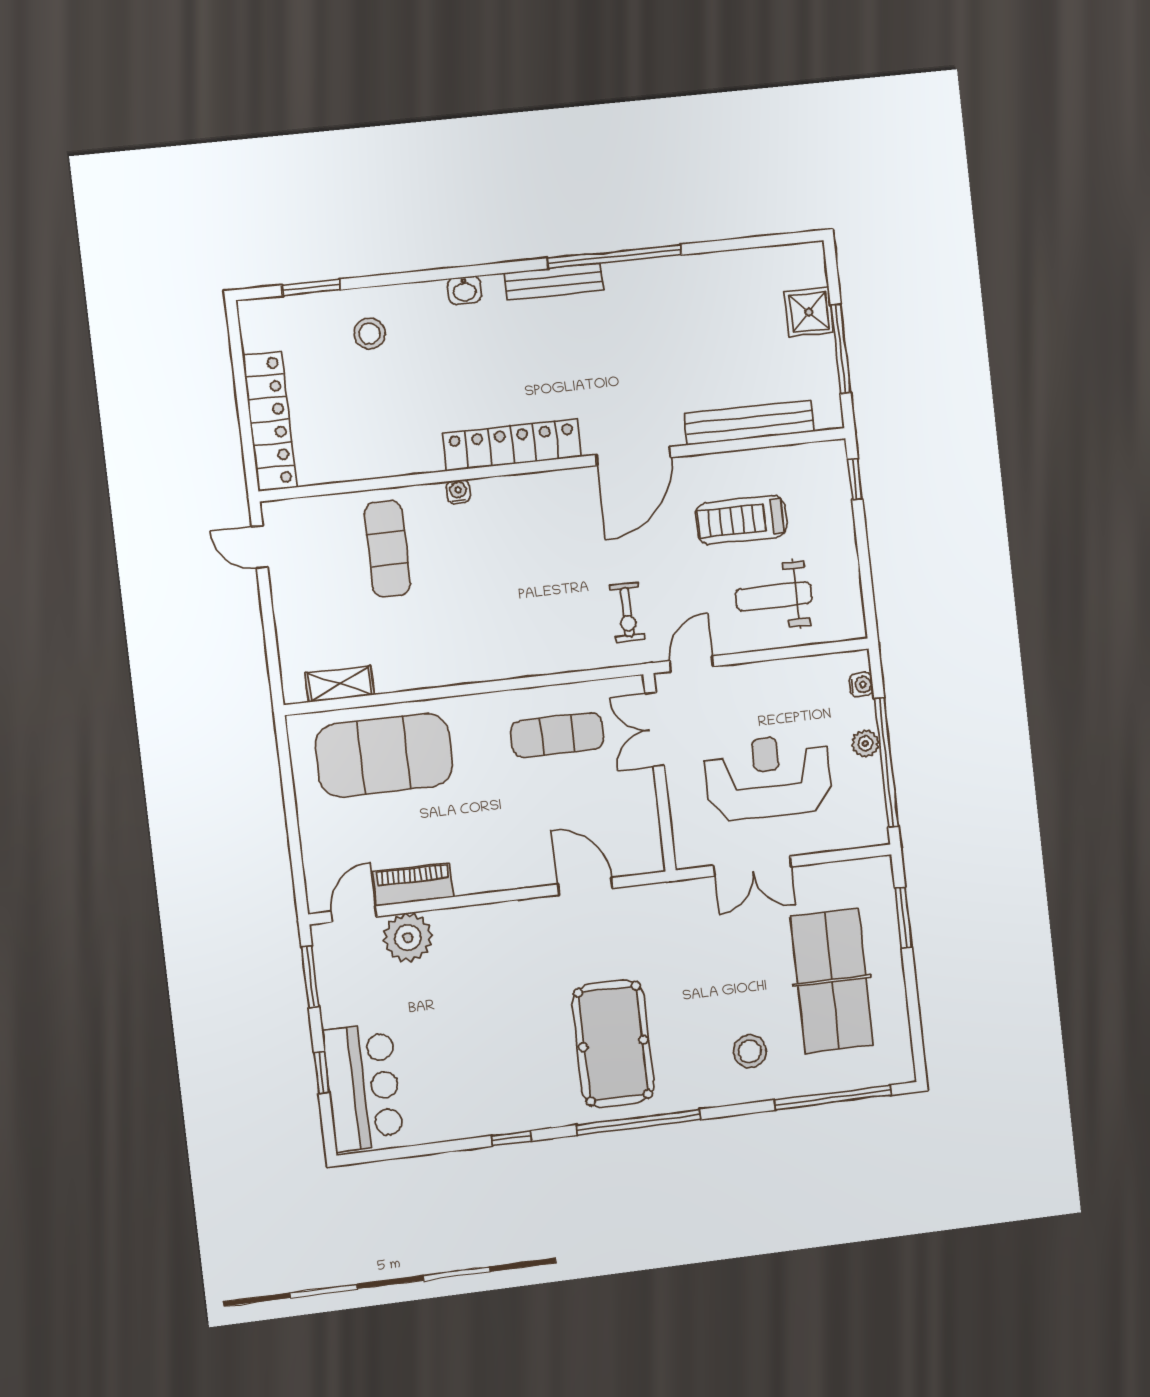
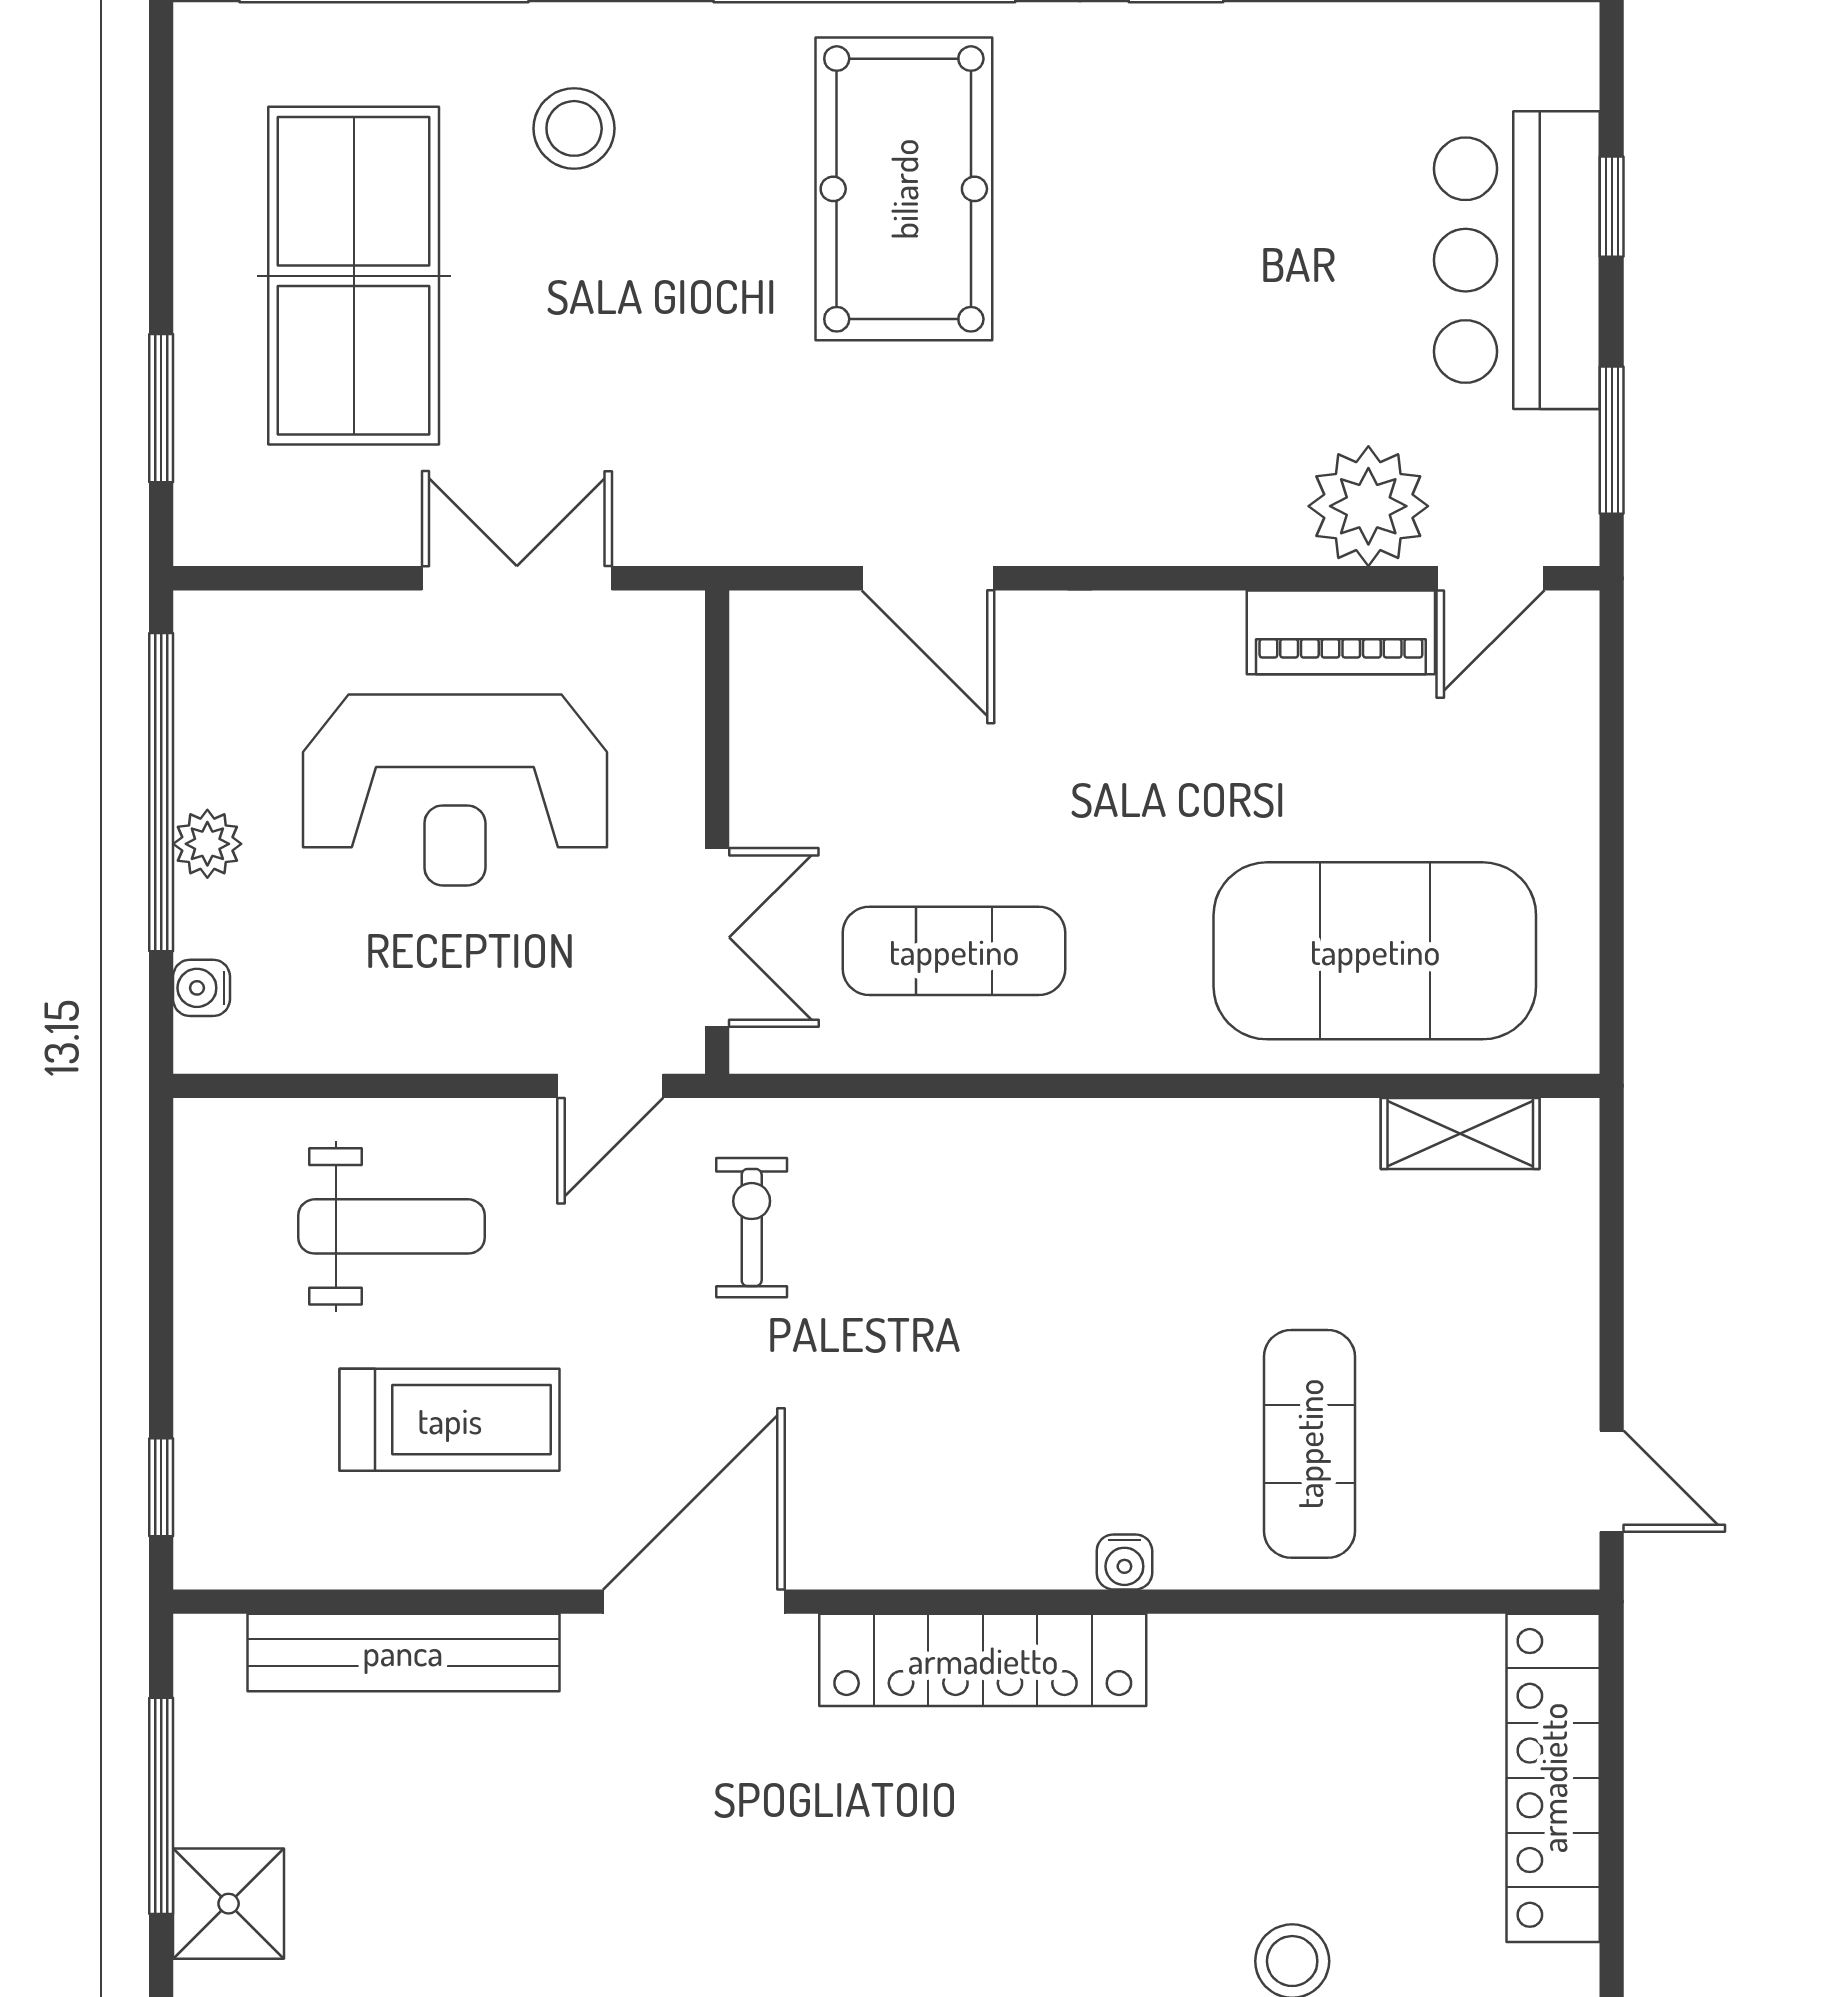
bar counter: (363, 1087) -> (1517, 260), moved

